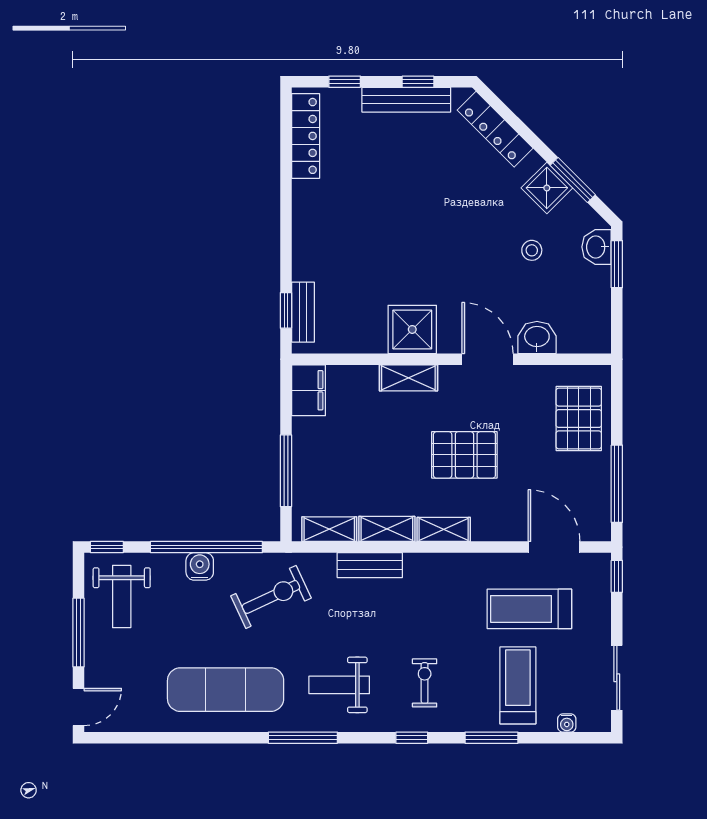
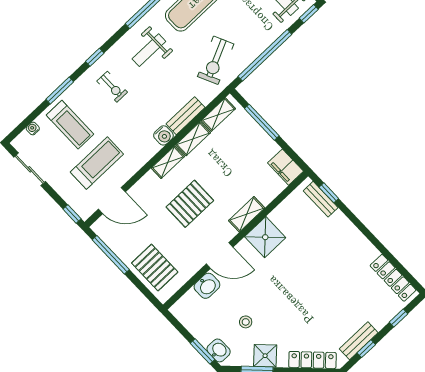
bench: (406, 100) -> (359, 341), width x0.73
water cooler: (200, 566) -> (163, 135), moved
weight bench: (339, 685) -> (149, 50), turned 180

